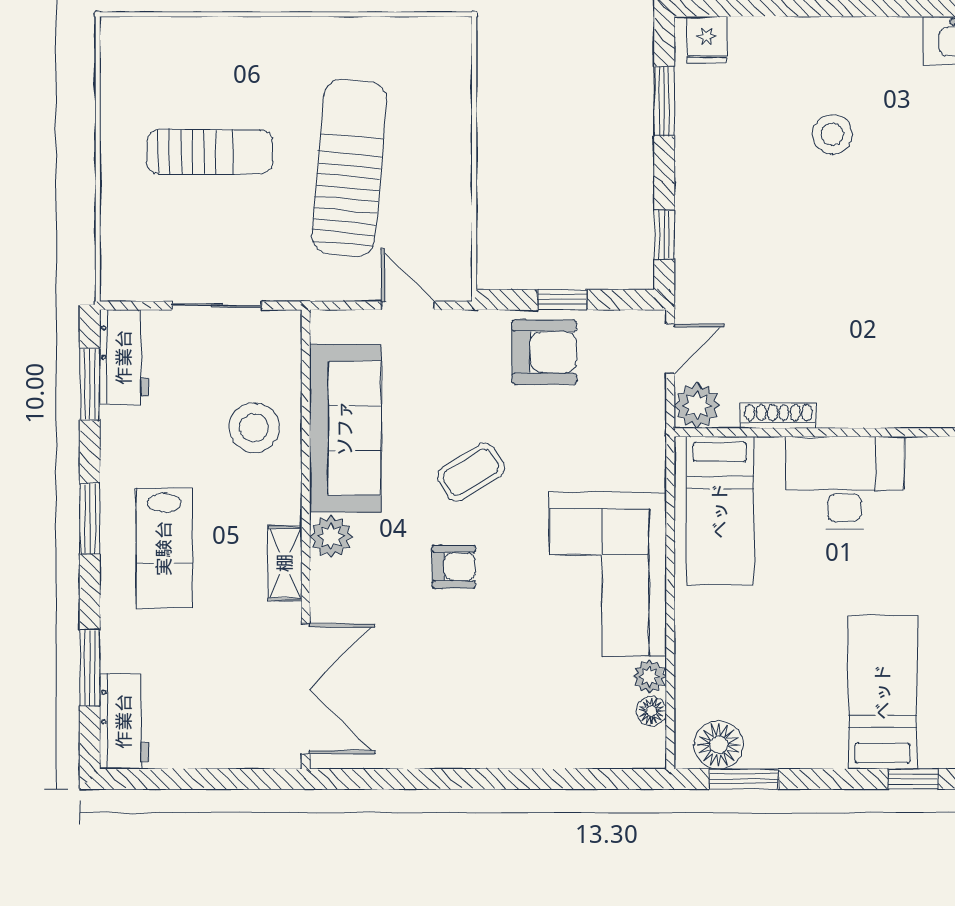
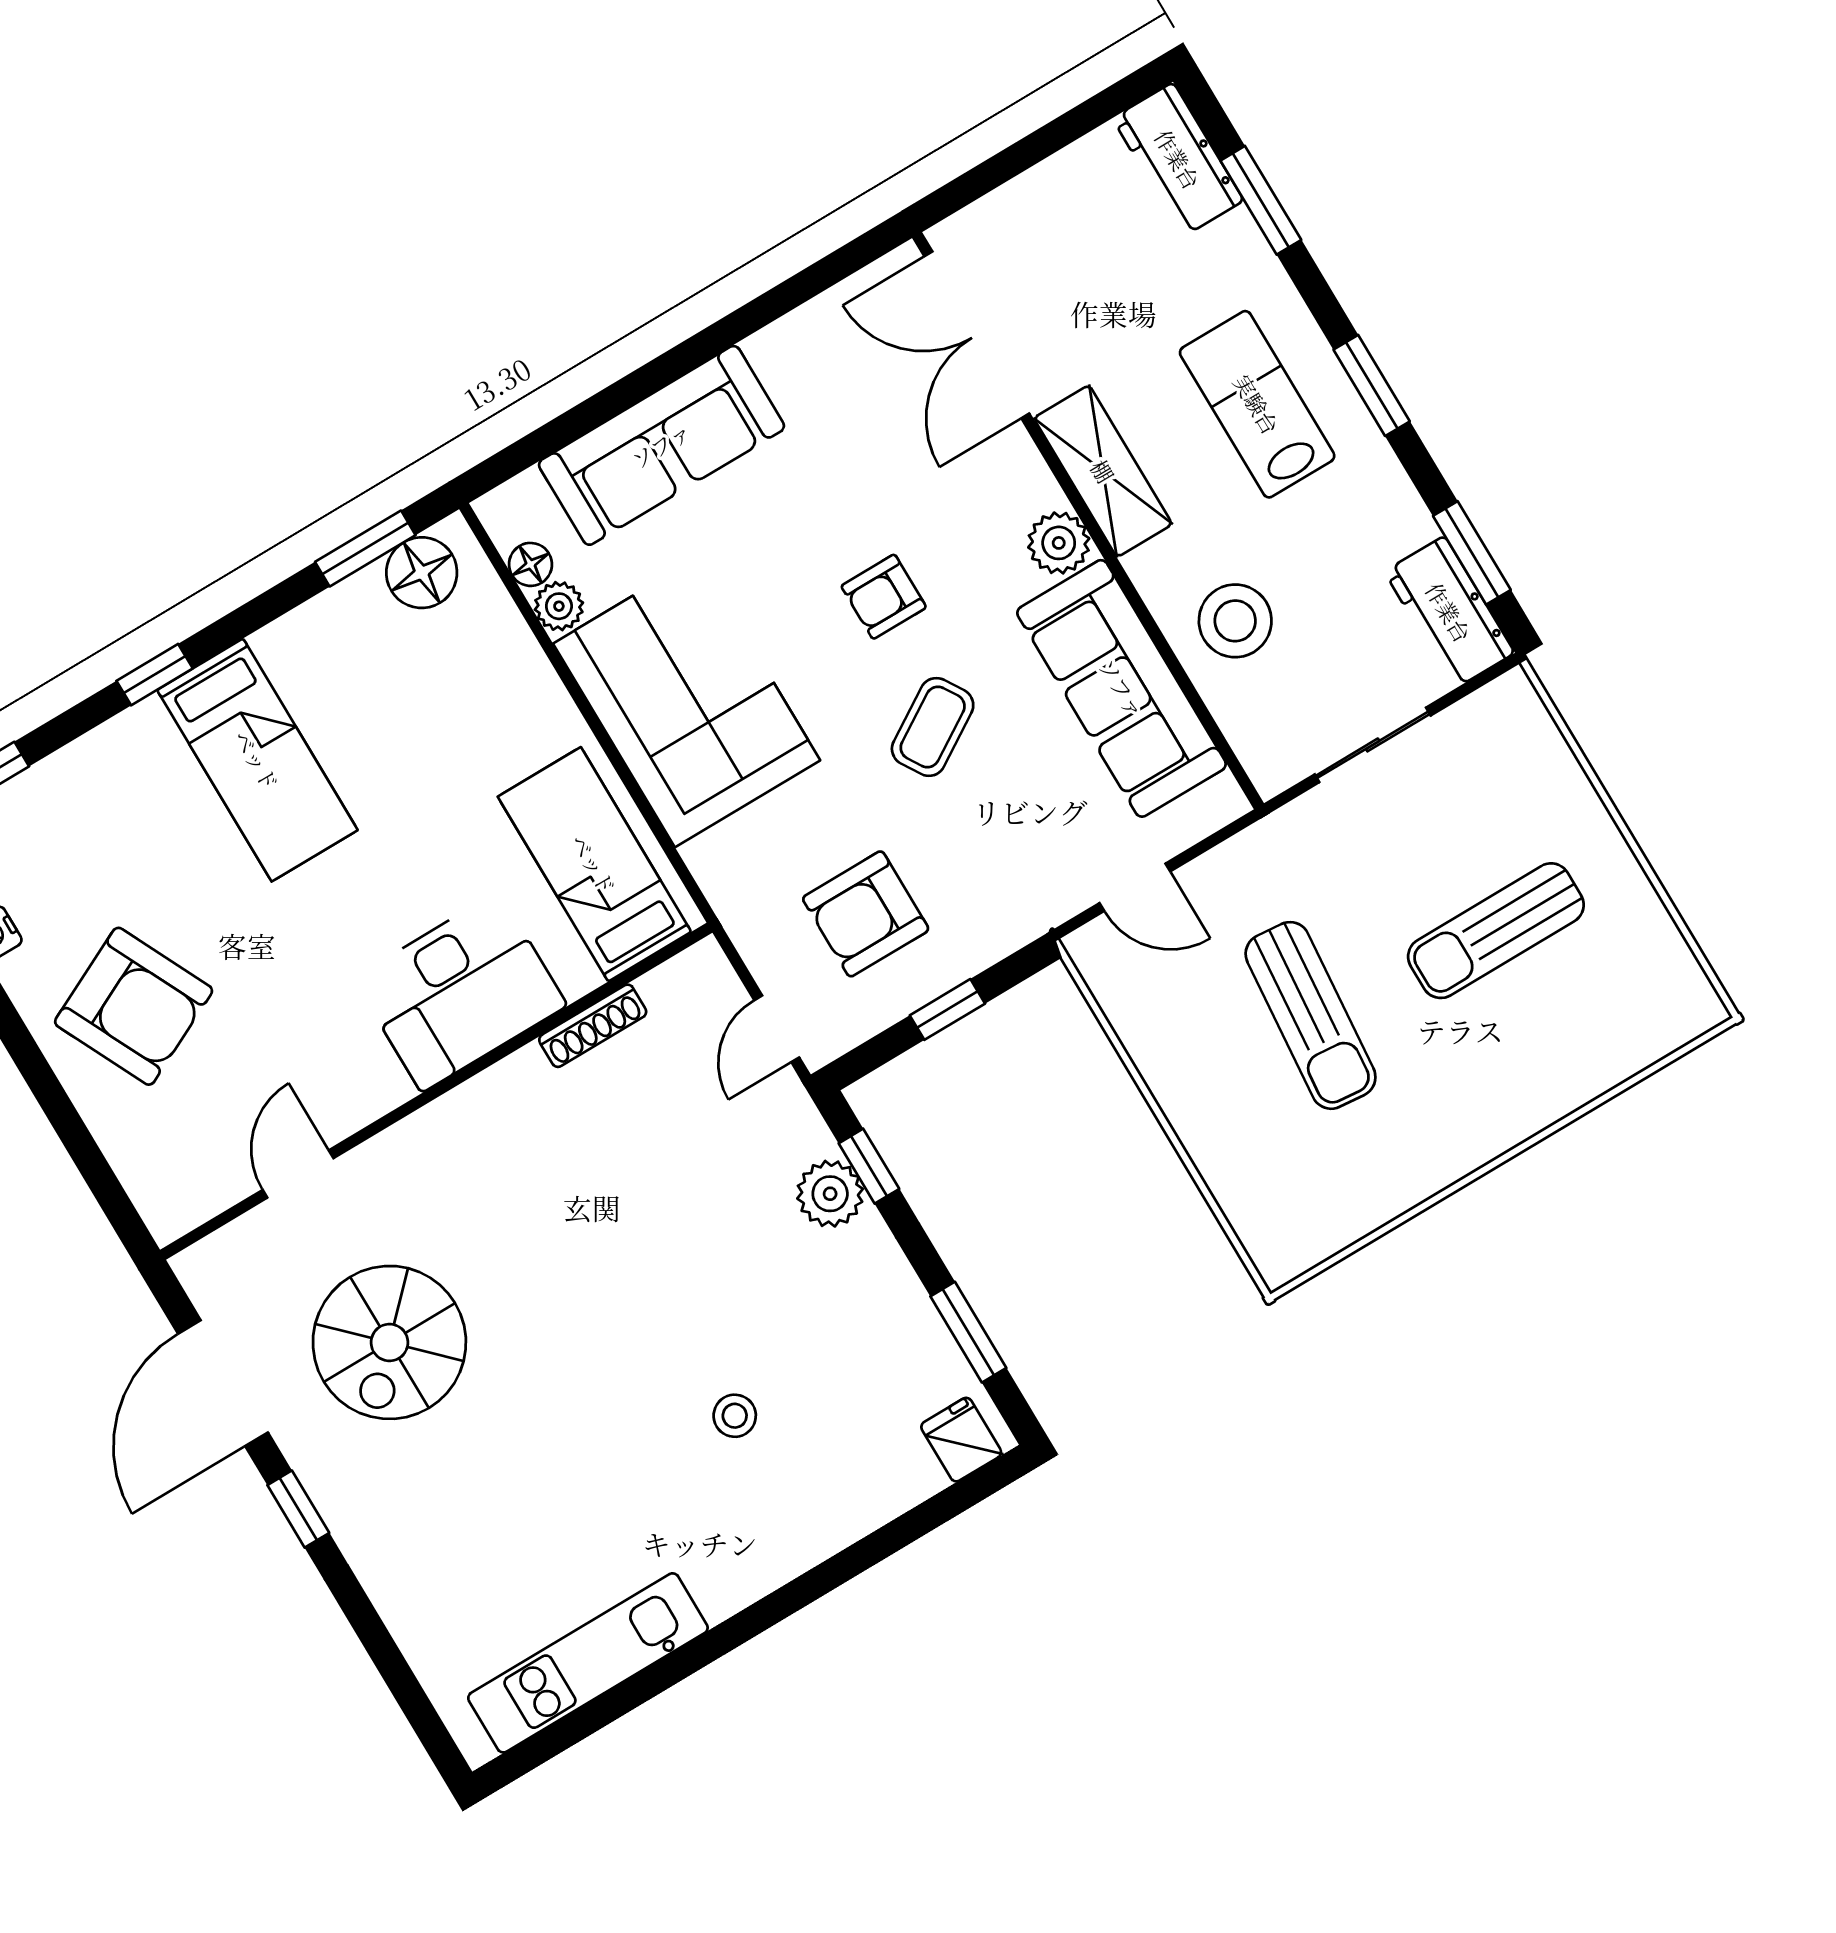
stool: (832, 134) -> (735, 1416), width x0.73, depth x0.73
sun lounger: (349, 167) -> (1311, 1015), width x0.73, depth x0.75
armchair: (544, 352) -> (866, 914), moved
plant: (697, 405) -> (830, 1194), moved
shelving: (285, 563) -> (1103, 471), width x1.50, depth x1.33
sofa: (532, 735) -> (661, 445), added

